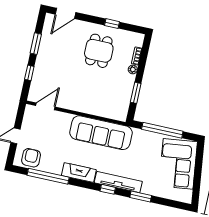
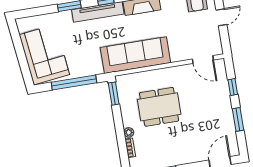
dining table: (99, 51) -> (159, 107), moved, width x1.38
window: (136, 93) -> (114, 94), moved
door: (45, 106) -> (203, 60), hinge flipped

